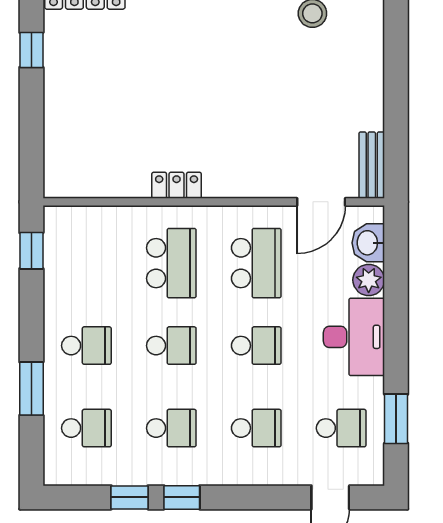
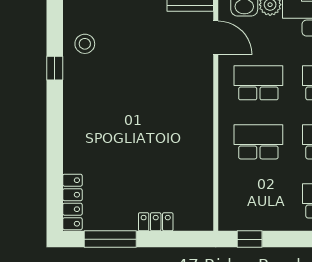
window: (31, 50) -> (110, 239), width x2.17
locker: (177, 185) -> (156, 222), moved, turned 90

